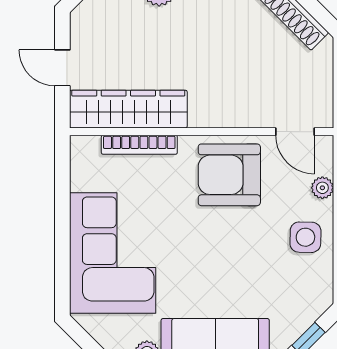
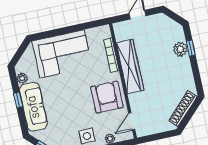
wardrobe: (128, 109) -> (130, 67), moved

